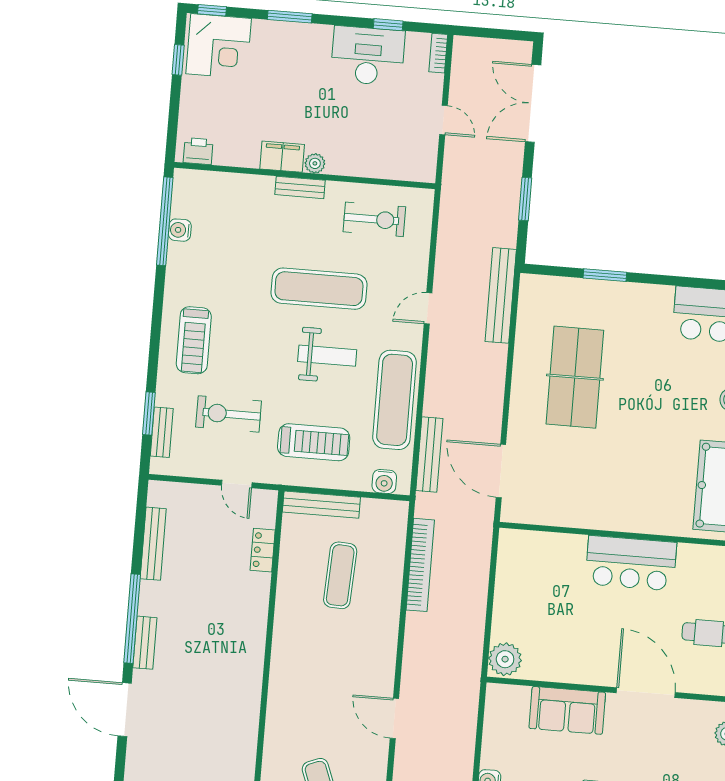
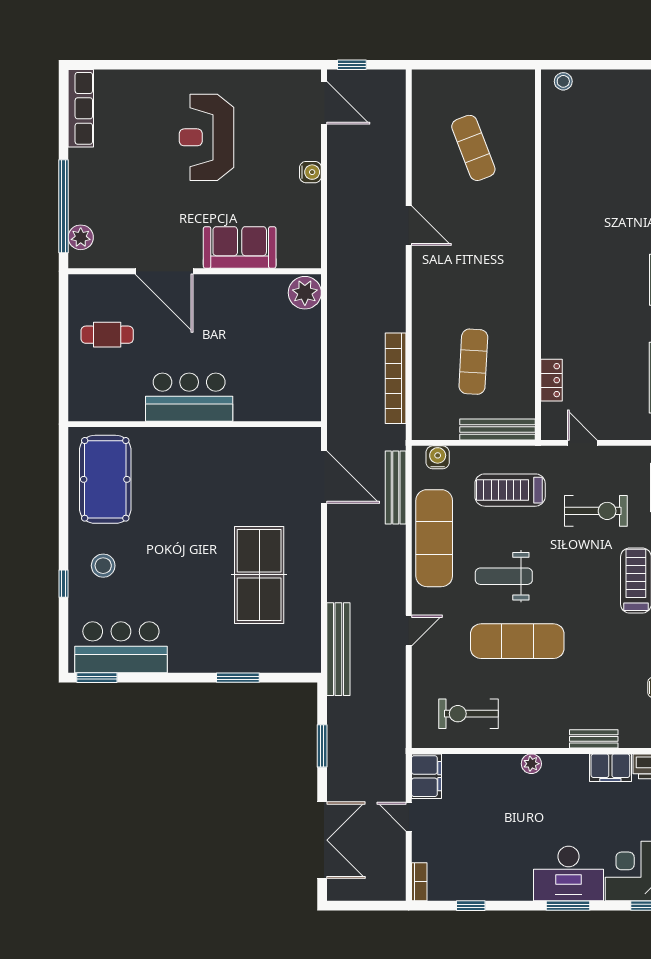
desk: (368, 56) -> (568, 873), moved
filing cabinet: (282, 157) -> (610, 768), moved
filing cabinet: (422, 160) -> (426, 776), added
bench: (300, 187) -> (594, 739), moved

